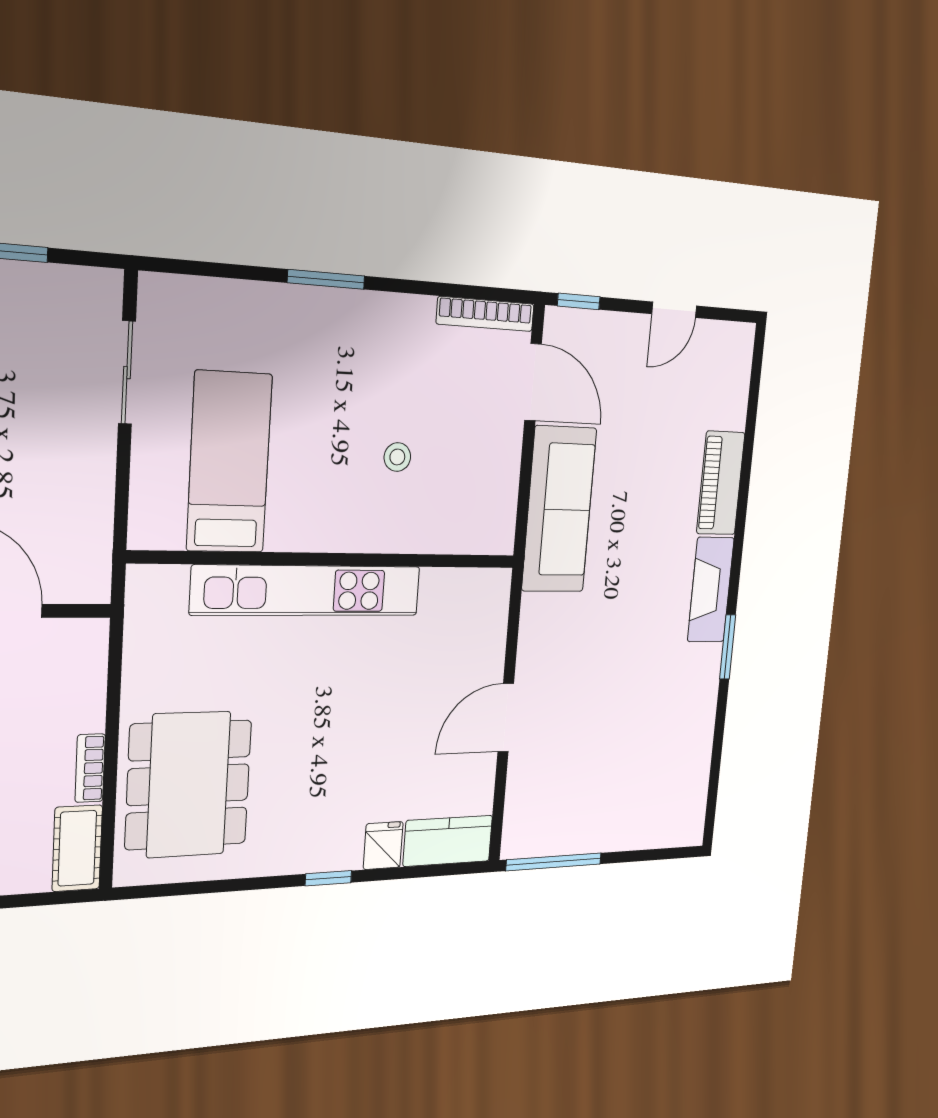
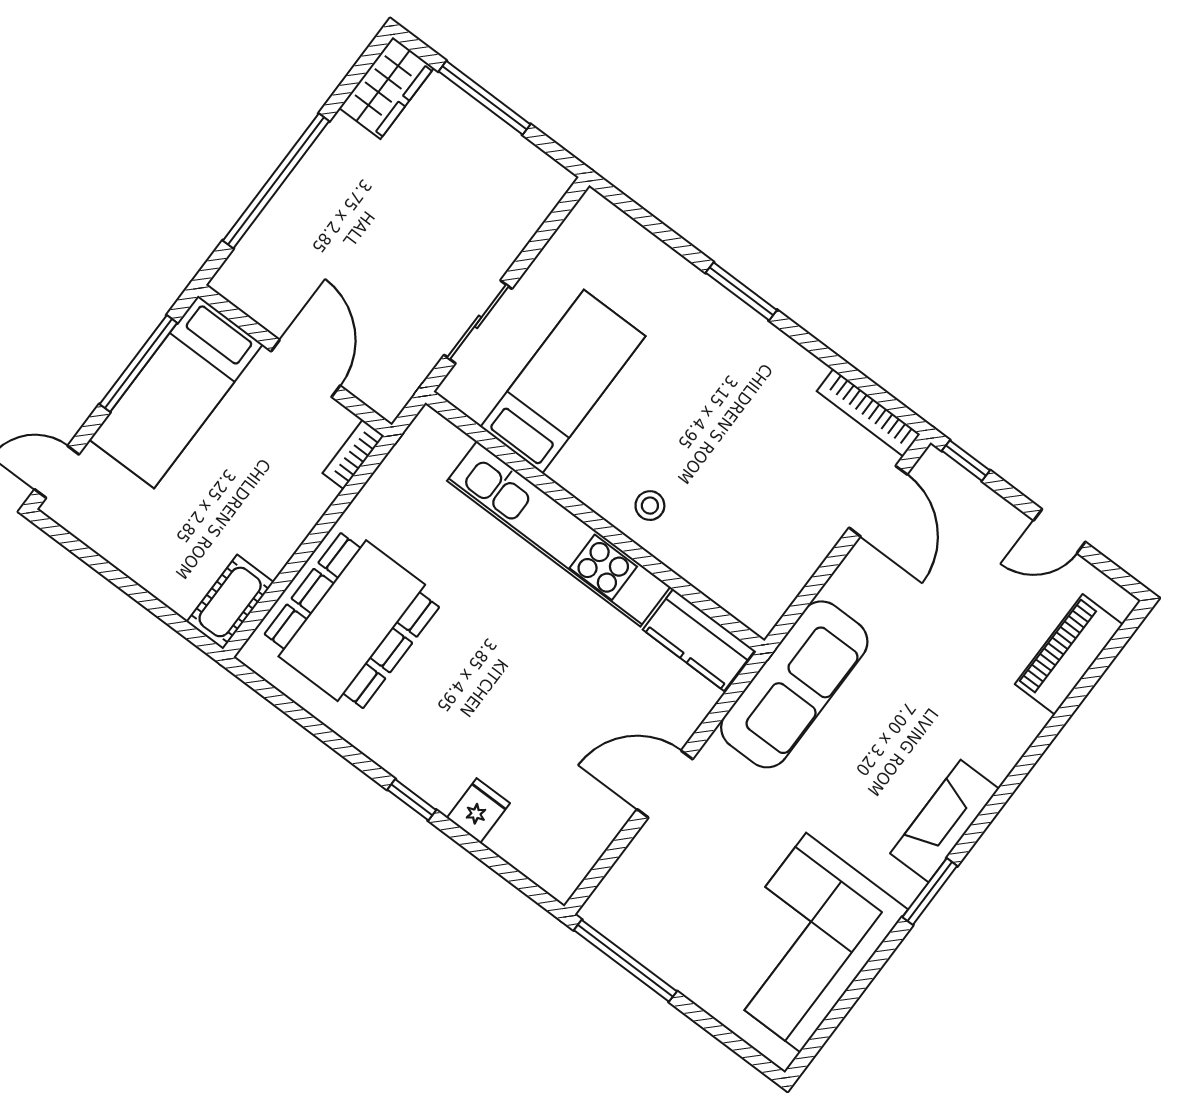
sliding door: (127, 373) -> (478, 322), moved
stool: (397, 457) -> (650, 506), moved
piano: (721, 483) -> (1069, 654), moved
sofa: (559, 510) -> (794, 684), moved
corner sofa: (665, 750) -> (803, 943), added
bookcase: (90, 768) -> (353, 454), moved
kitchen counter: (448, 841) -> (699, 640), moved, turned 180

